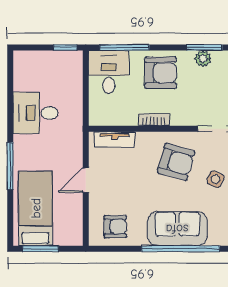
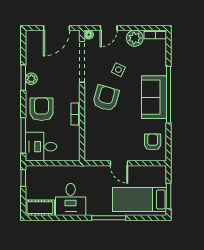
cot: (24, 71) -> (40, 208), added
tv unit: (114, 139) -> (90, 142), removed

